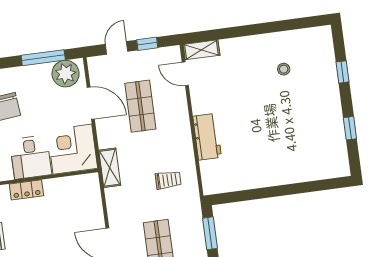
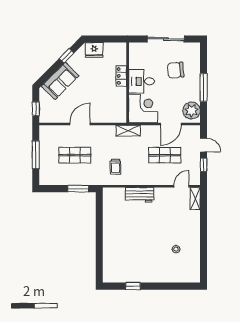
window: (43, 58) -> (204, 88), moved
window: (342, 72) -> (169, 286), removed

